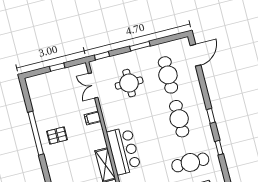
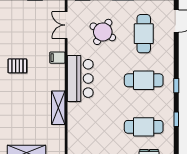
round table: (129, 83) -> (103, 32), turned 31
cafe table: (179, 119) -> (144, 80), turned 90
bar counter: (124, 151) -> (80, 78), moved

